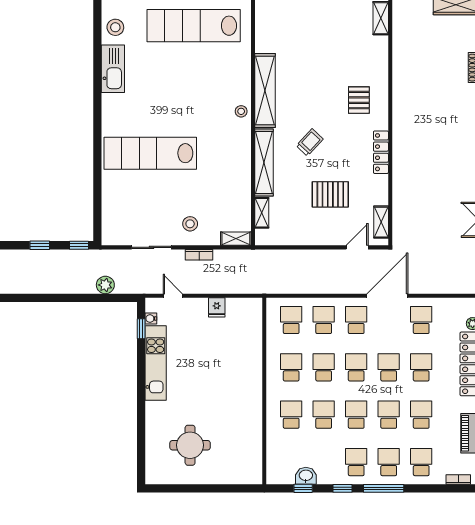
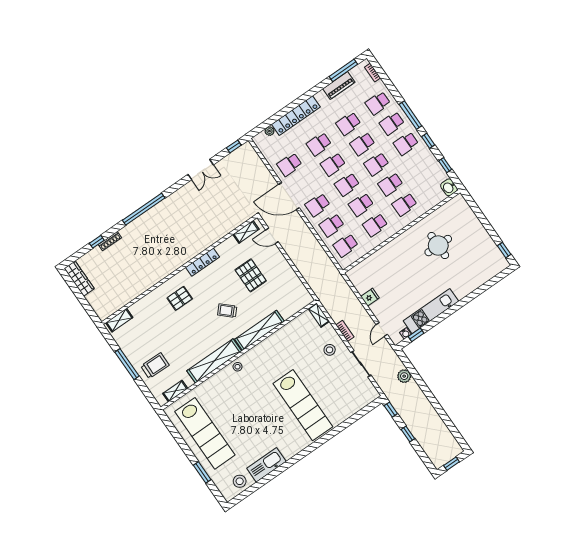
trolley: (305, 23) -> (155, 366), added
shelving: (262, 213) -> (175, 391), moved
round table: (190, 445) -> (438, 246), moved
washbasin: (306, 476) -> (449, 187), moved
window: (167, 488) -> (504, 250), added

